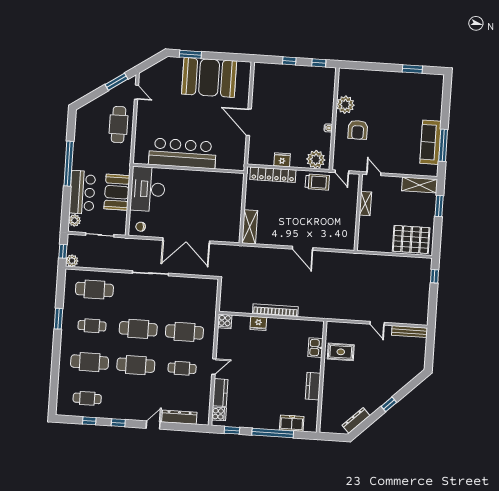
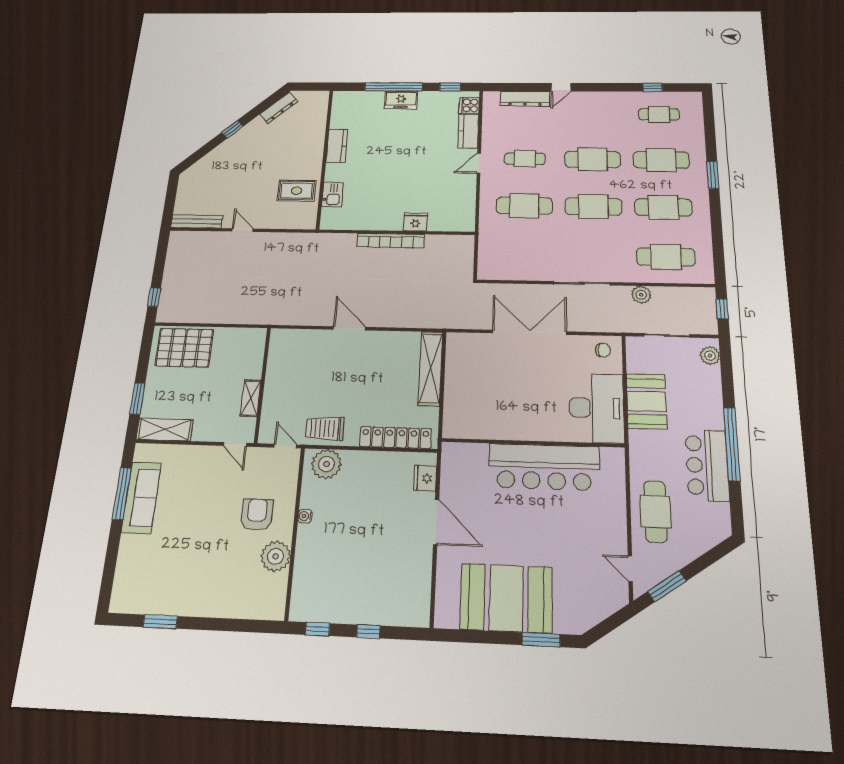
fridge: (282, 160) -> (425, 478), moved, turned 90
bar counter: (82, 192) -> (707, 465), moved
shelving: (250, 227) -> (430, 368), width x1.47
plant: (72, 261) -> (641, 295), moved
window: (58, 319) -> (713, 175), moved
cooker: (225, 321) -> (465, 222), removed
cafe table: (92, 326) -> (663, 207), width x1.37, depth x1.35
window: (118, 423) -> (611, 87), removed
freezer: (292, 423) -> (401, 100), moved

